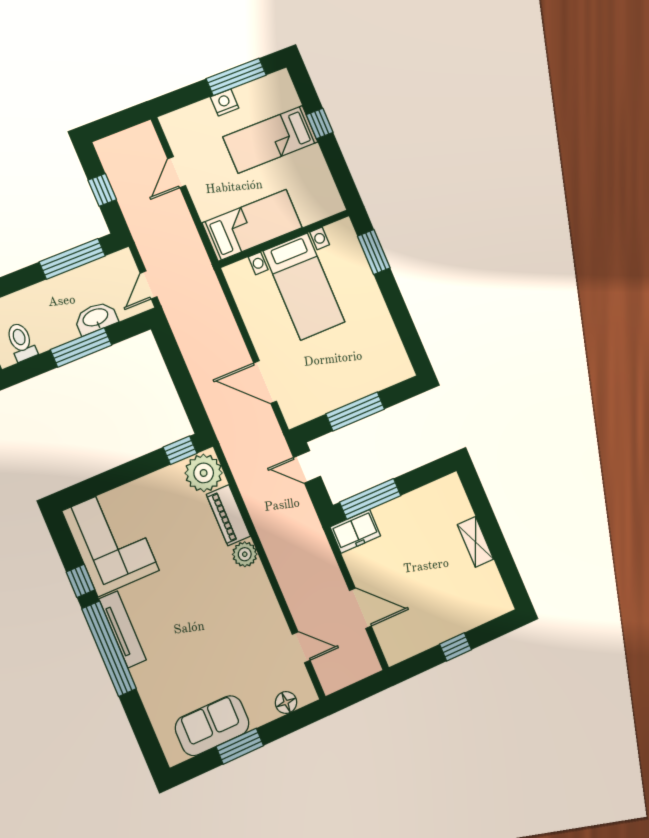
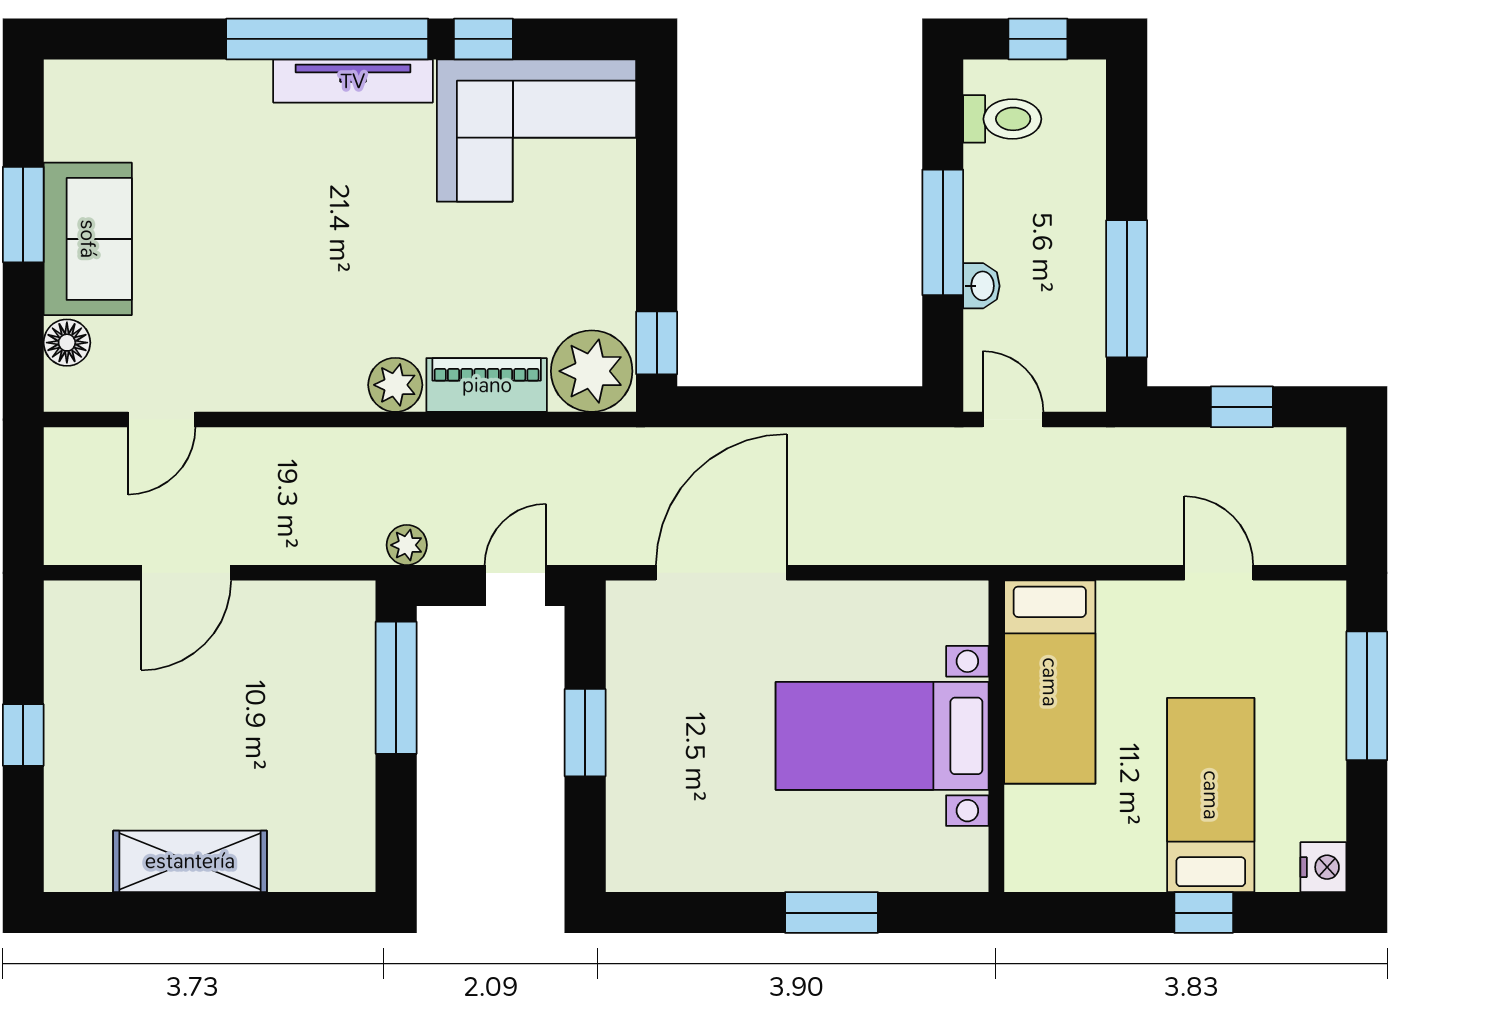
window: (236, 77) -> (1367, 696), moved
nightstand: (225, 102) -> (1323, 867), moved
window: (374, 252) -> (832, 913), moved
washbasin: (96, 318) -> (981, 286), width x0.52, depth x0.69
door: (265, 382) -> (721, 573), width x1.36
window: (355, 412) -> (585, 733), width x0.69
plant: (310, 520) -> (407, 545), added
freezer: (355, 531) -> (344, 629), removed
shelving: (475, 542) -> (190, 861), width x1.50, depth x1.33
sofa: (212, 726) -> (88, 239), moved

